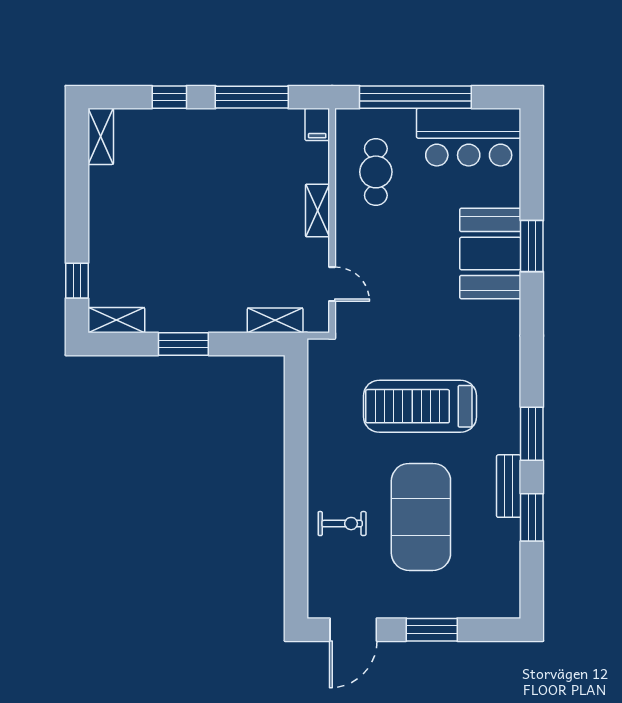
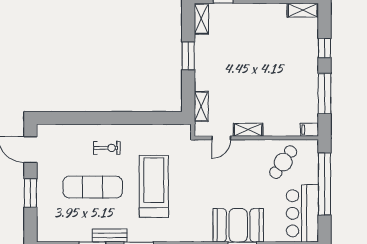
cafe table: (376, 172) -> (283, 162), turned -55
shelving: (317, 210) -> (248, 130), moved
exercise mat: (421, 517) -> (93, 187), width x0.68
exercise bike: (342, 524) -> (107, 148), moved, turned -90

